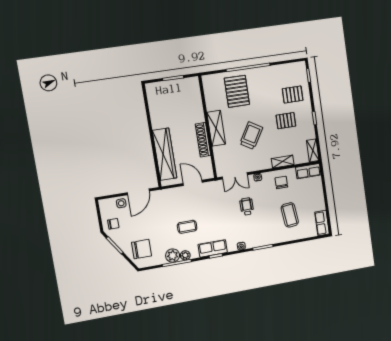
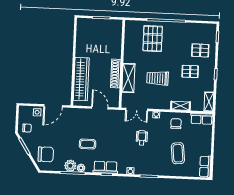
shelving: (216, 128) -> (128, 78), moved
trolley: (251, 136) -> (158, 78), turned -121

